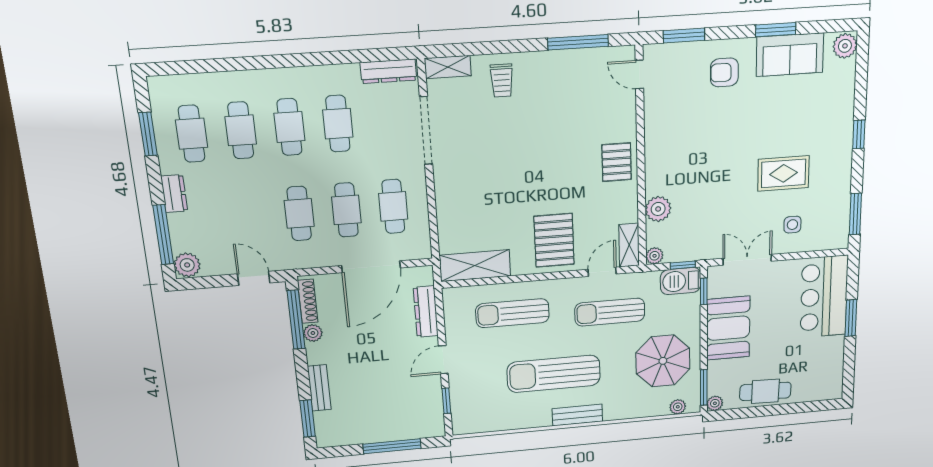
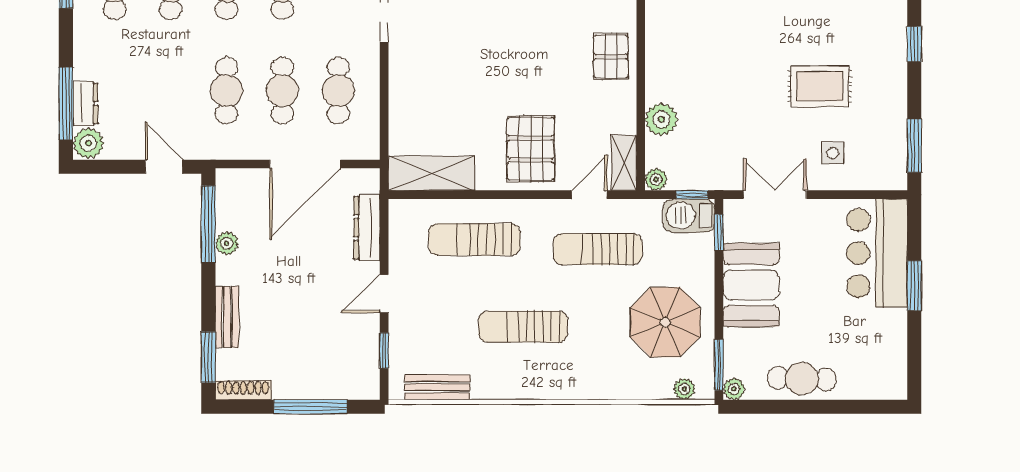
dresser: (174, 194) -> (85, 103), moved
shoe rack: (308, 301) -> (243, 390), moved, turned -90
sun lounger: (554, 374) -> (523, 327), width x0.73, depth x0.75
bench: (577, 415) -> (437, 387), moved

